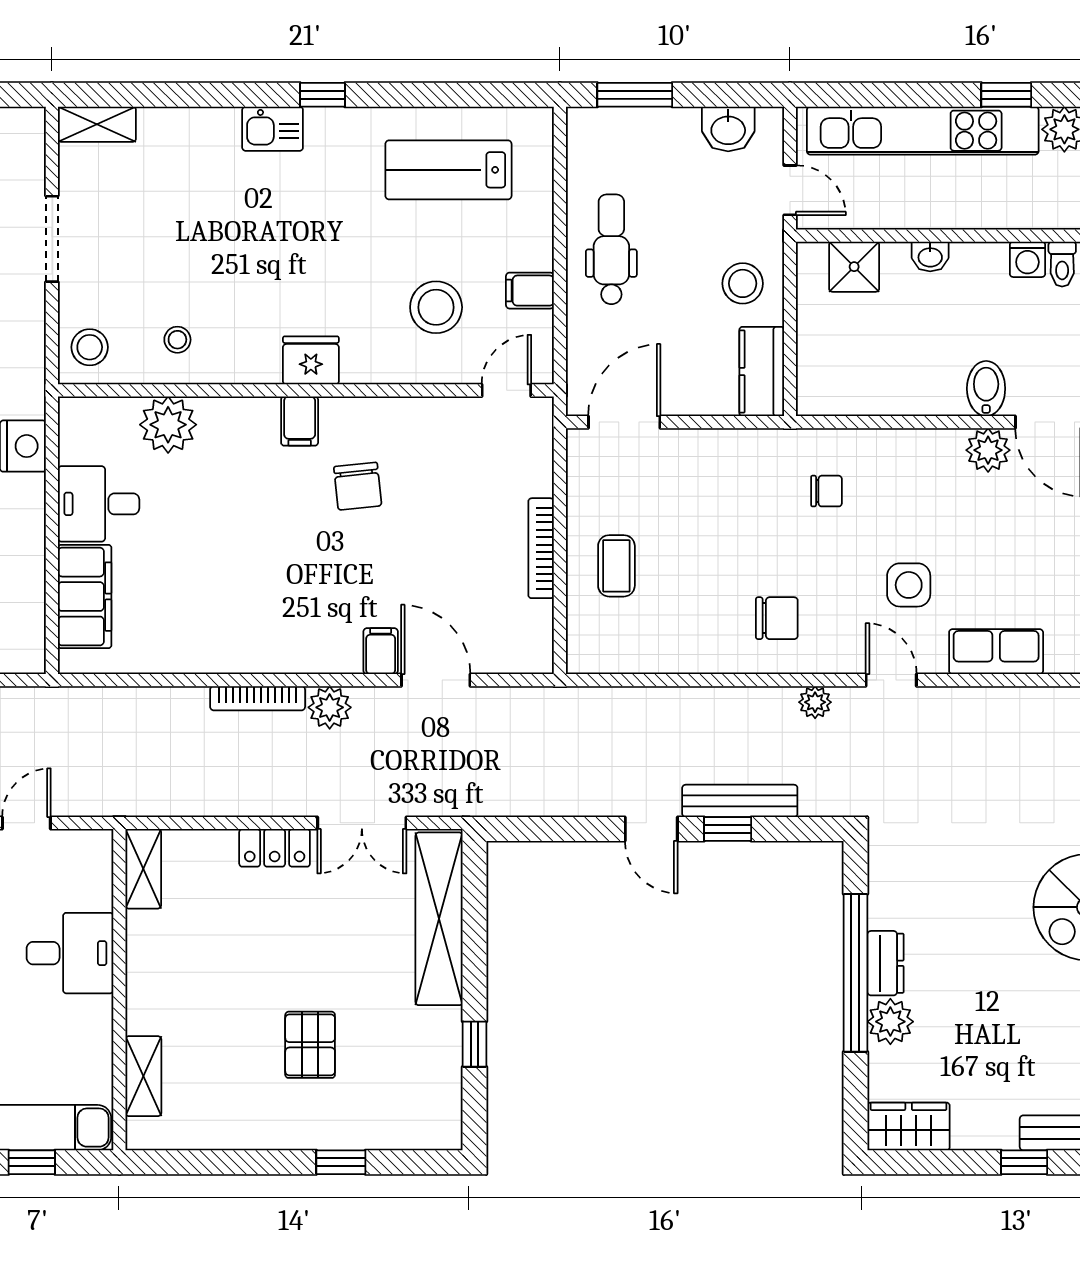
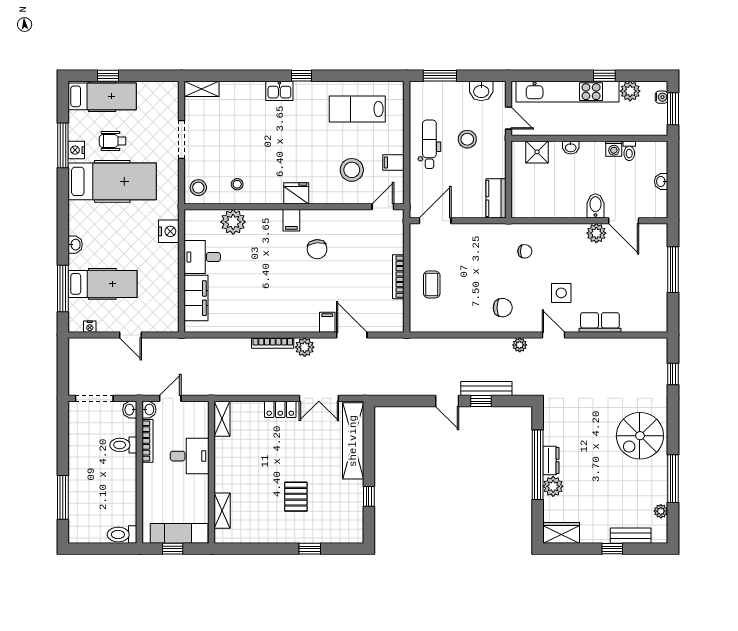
stool: (743, 283) -> (467, 139), moved

